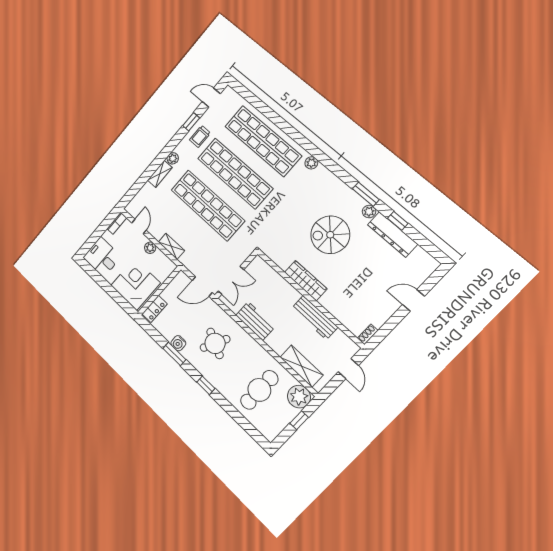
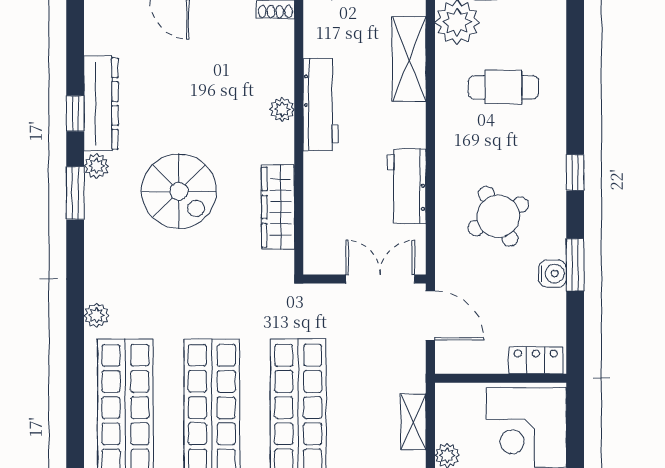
wardrobe: (306, 281) -> (278, 207), moved
plant: (326, 302) -> (282, 109), added
round table: (215, 343) -> (498, 216), turned 36
cafe table: (259, 390) -> (503, 87), width x0.73, depth x0.74

